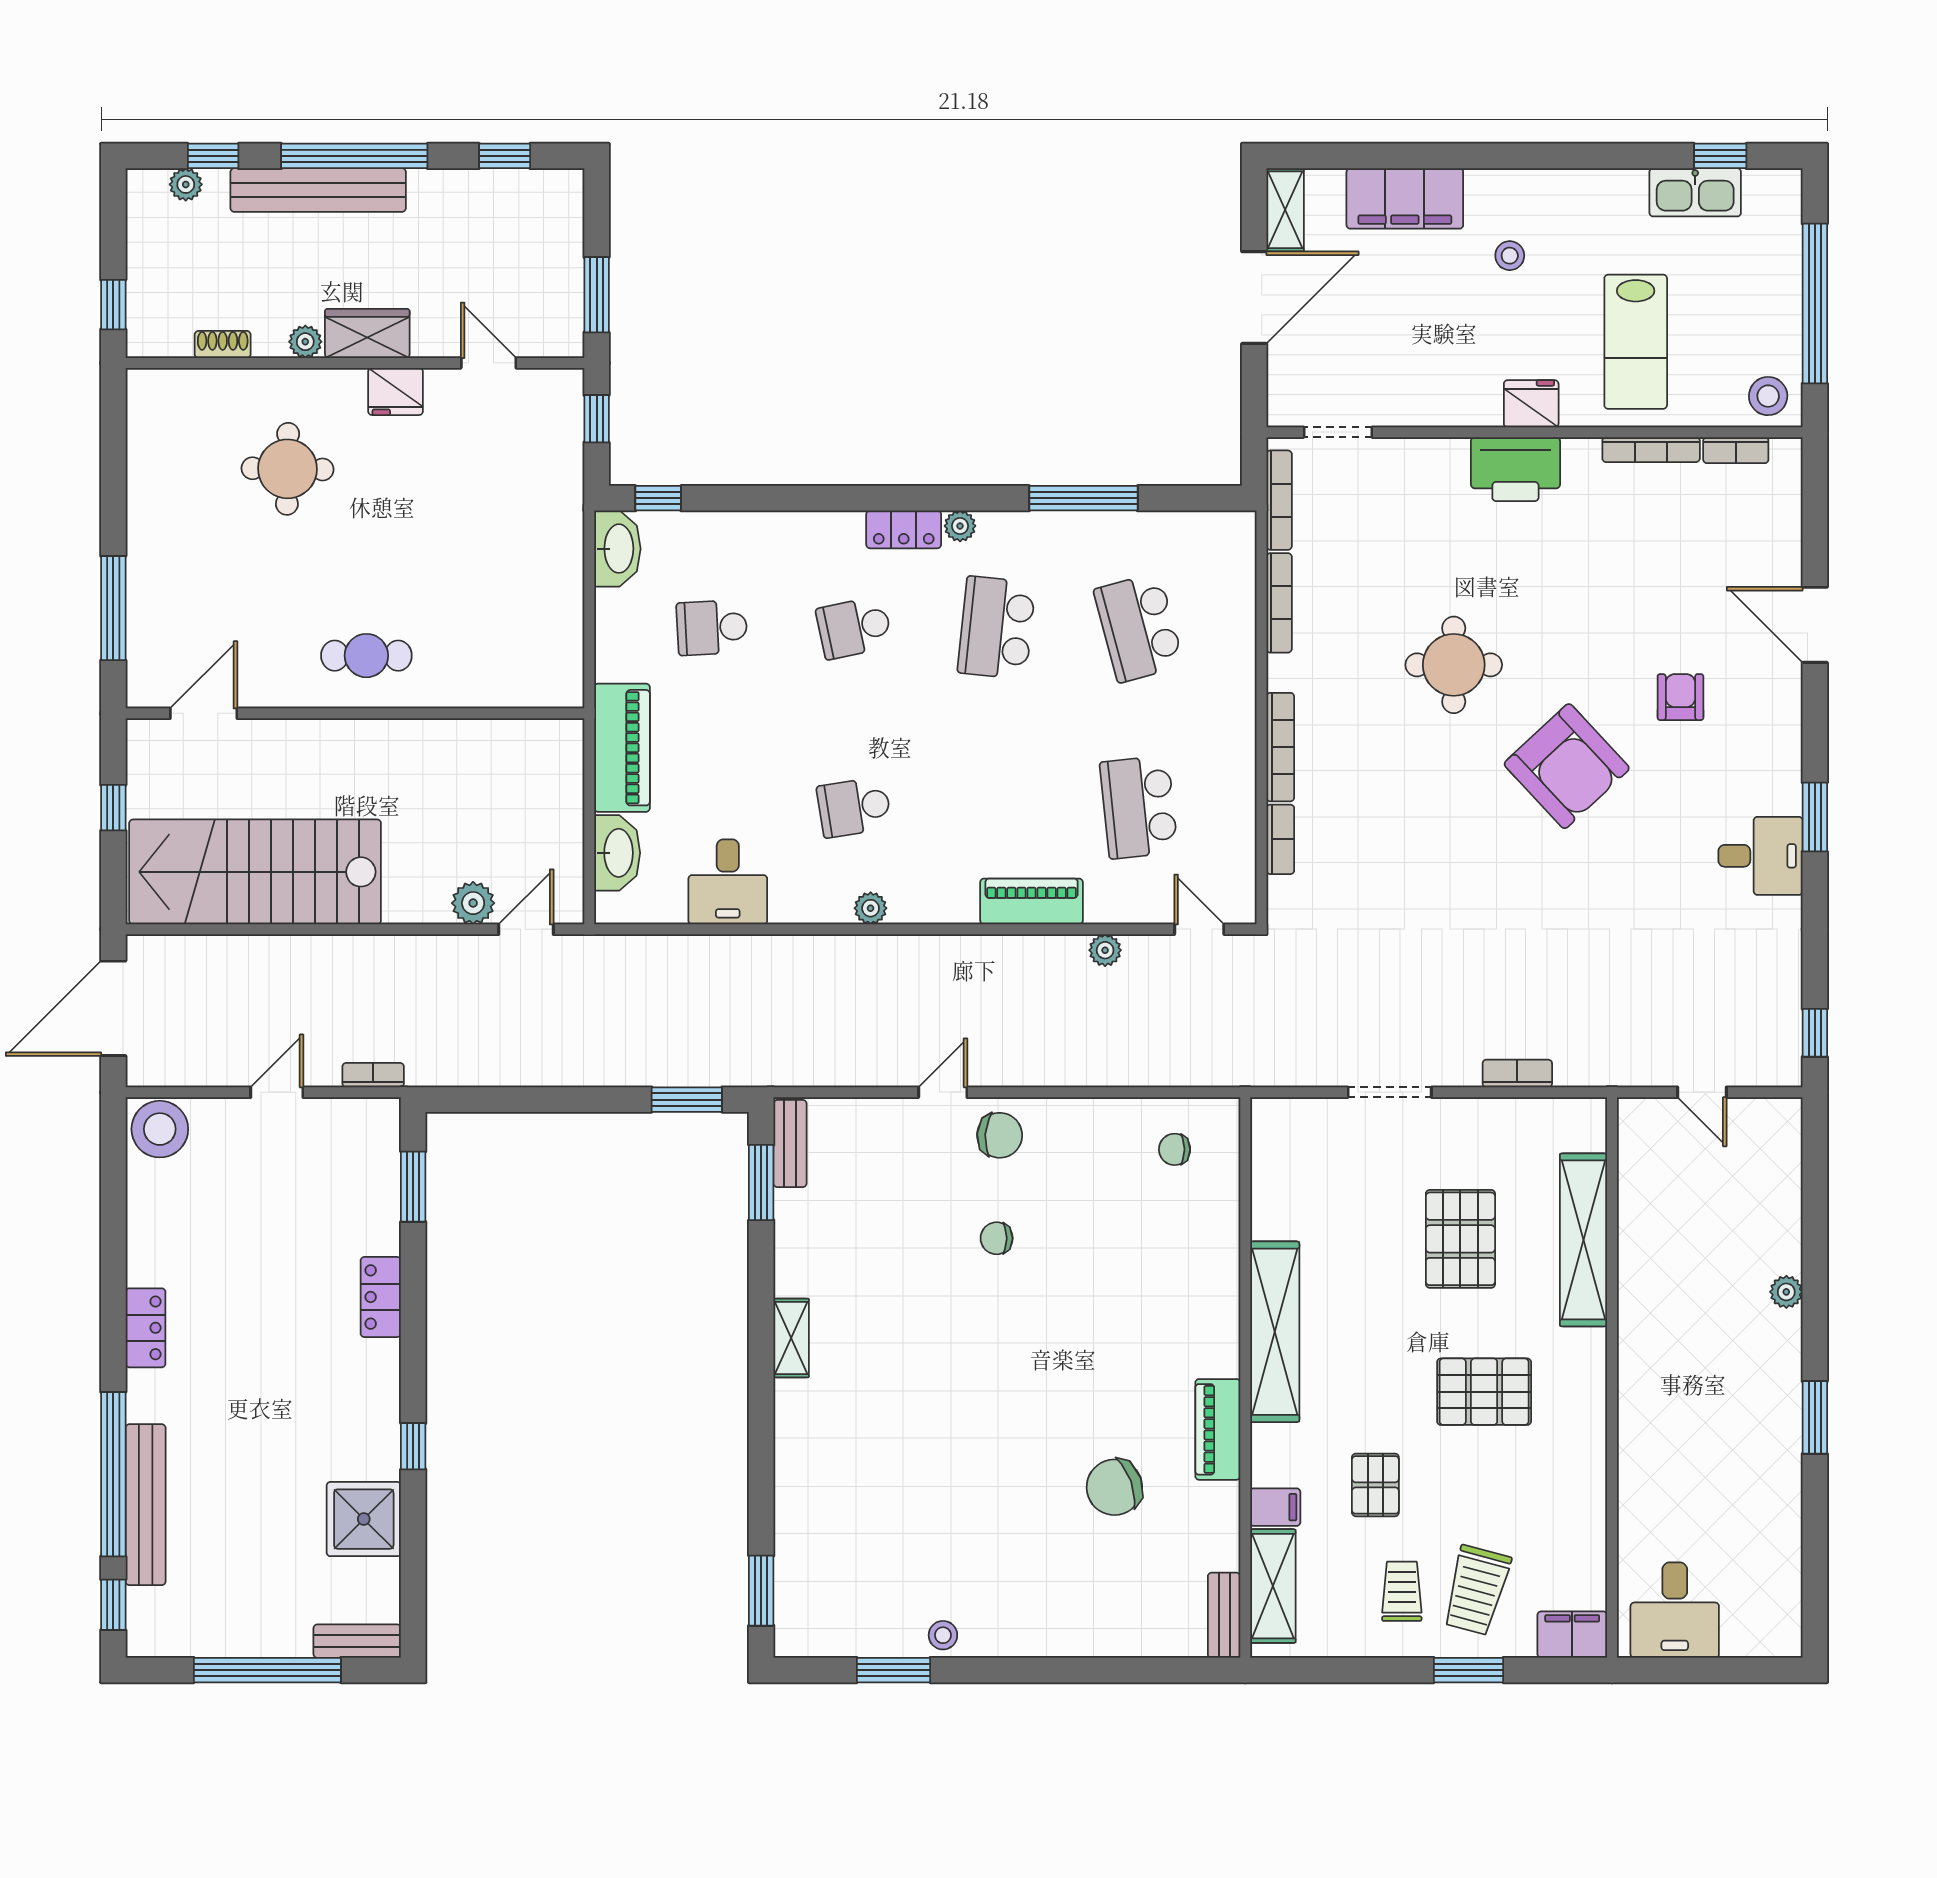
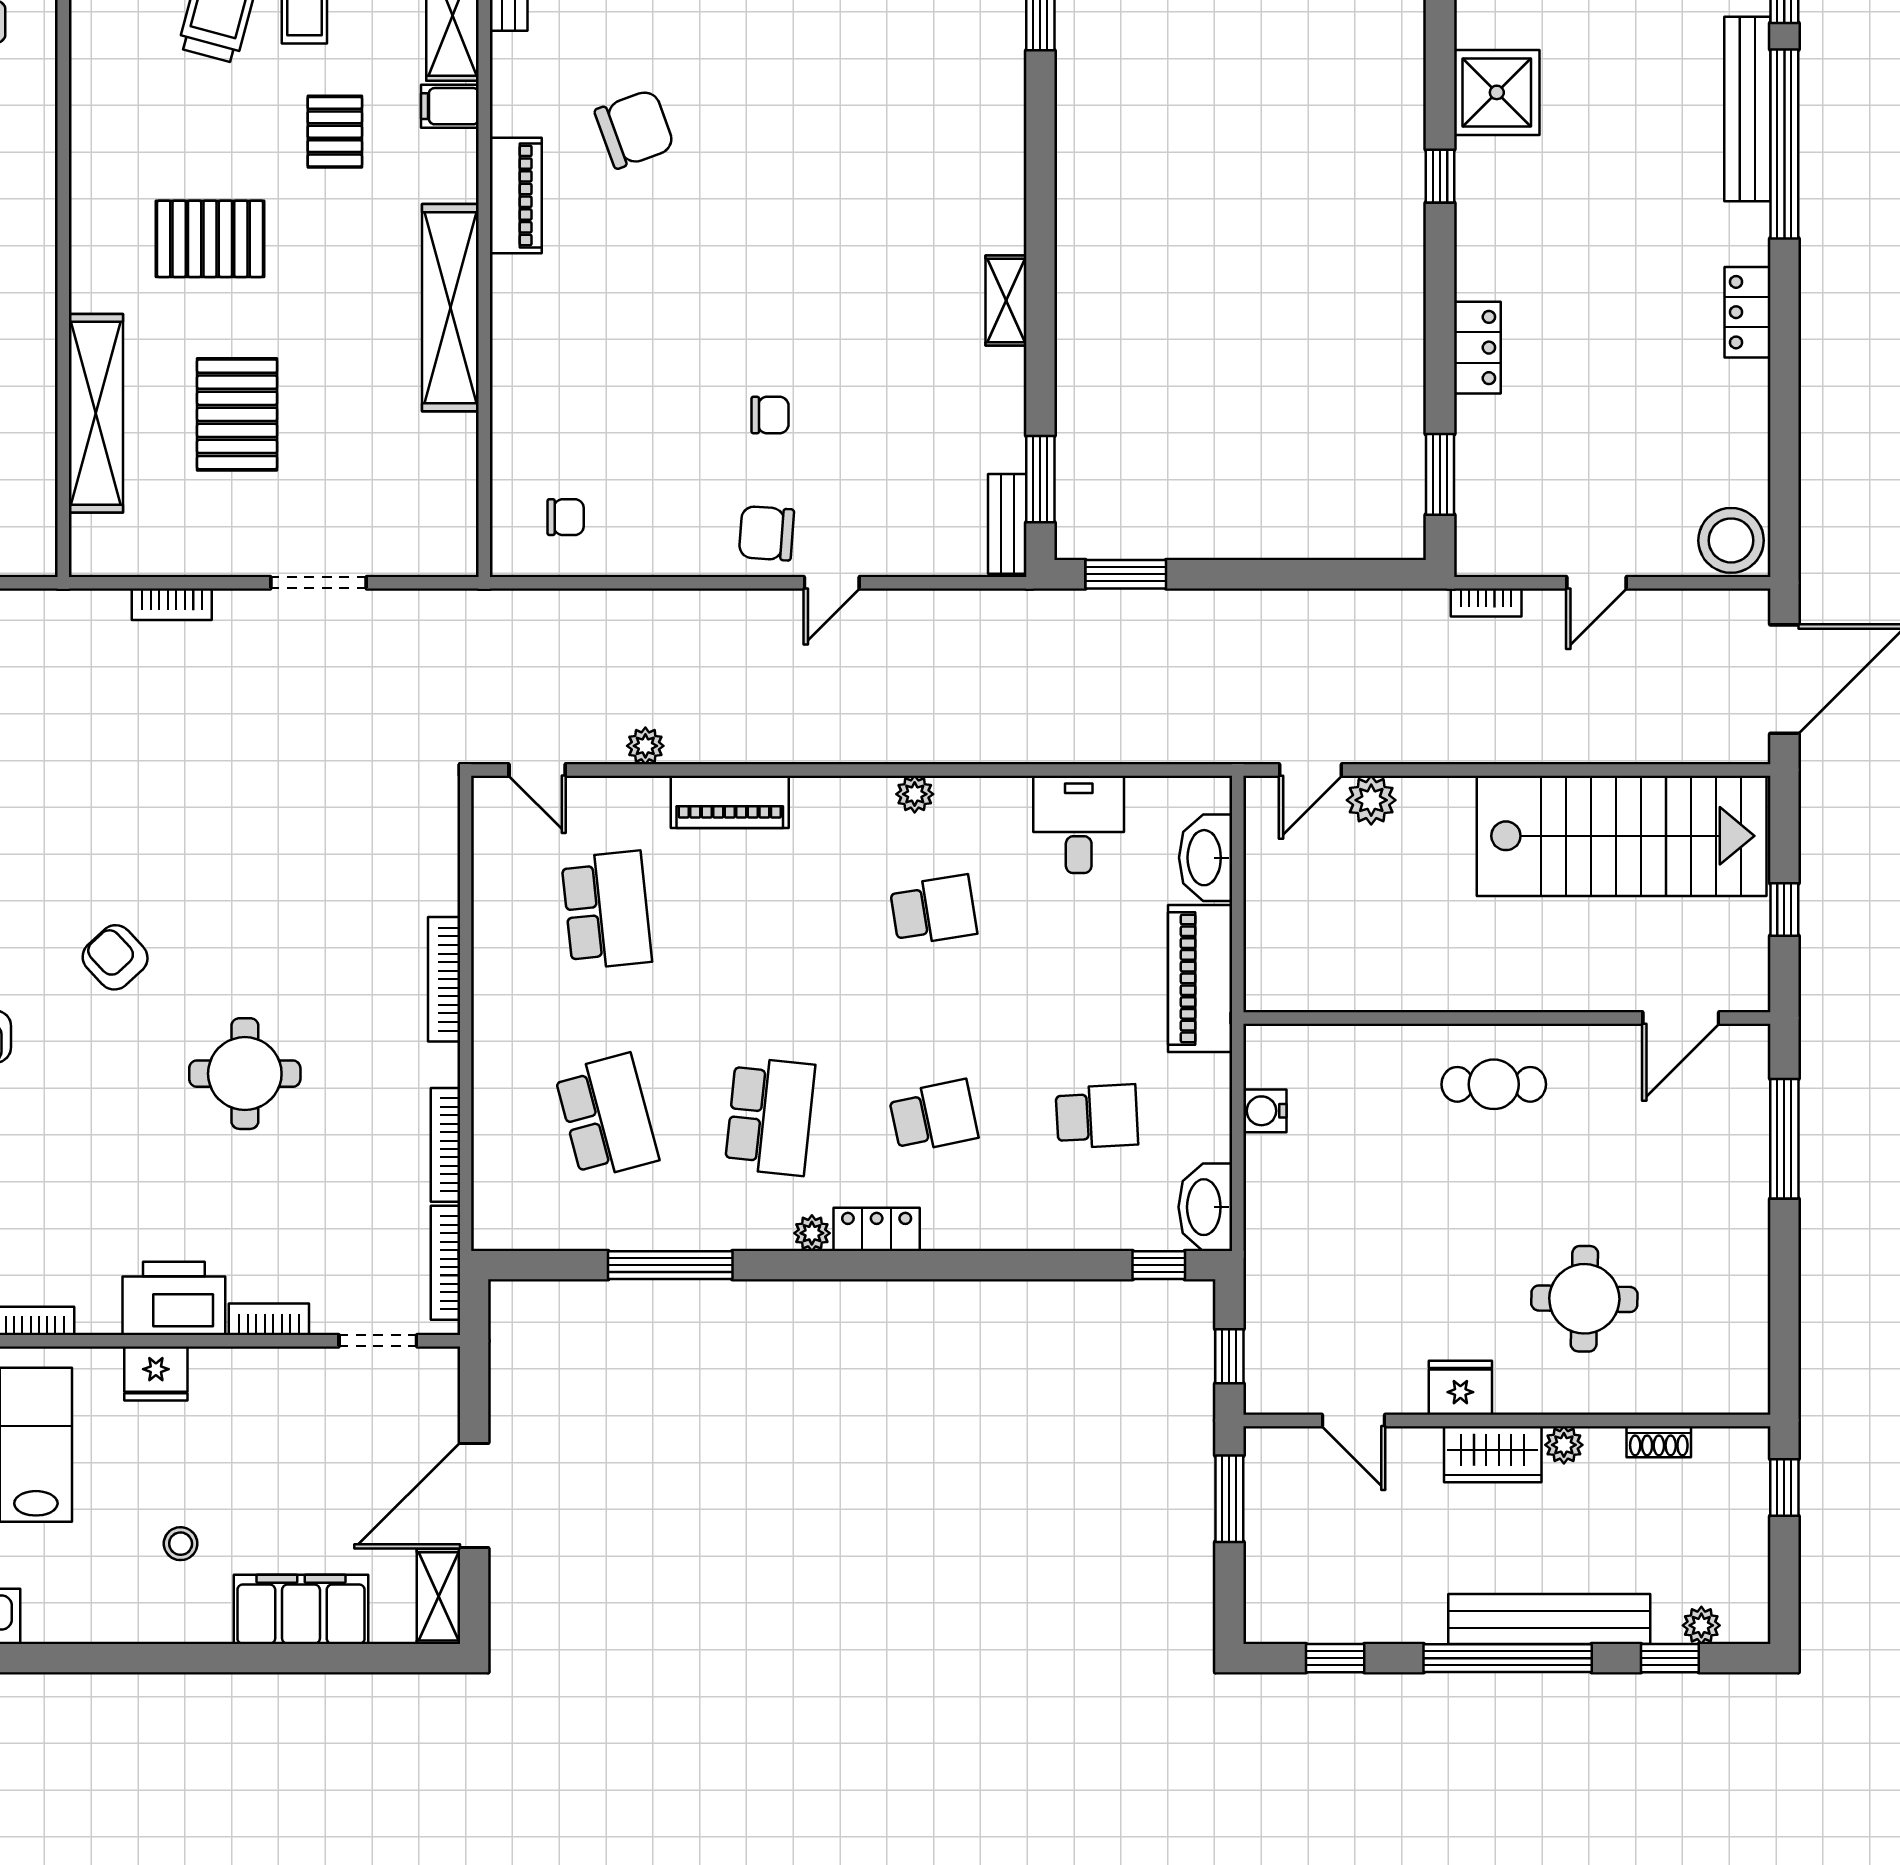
water cooler: (566, 632) -> (1265, 1111), added
armchair: (1567, 766) -> (115, 957), width x0.53, depth x0.53
bookcase: (1280, 839) -> (269, 1319), moved, turned 90

